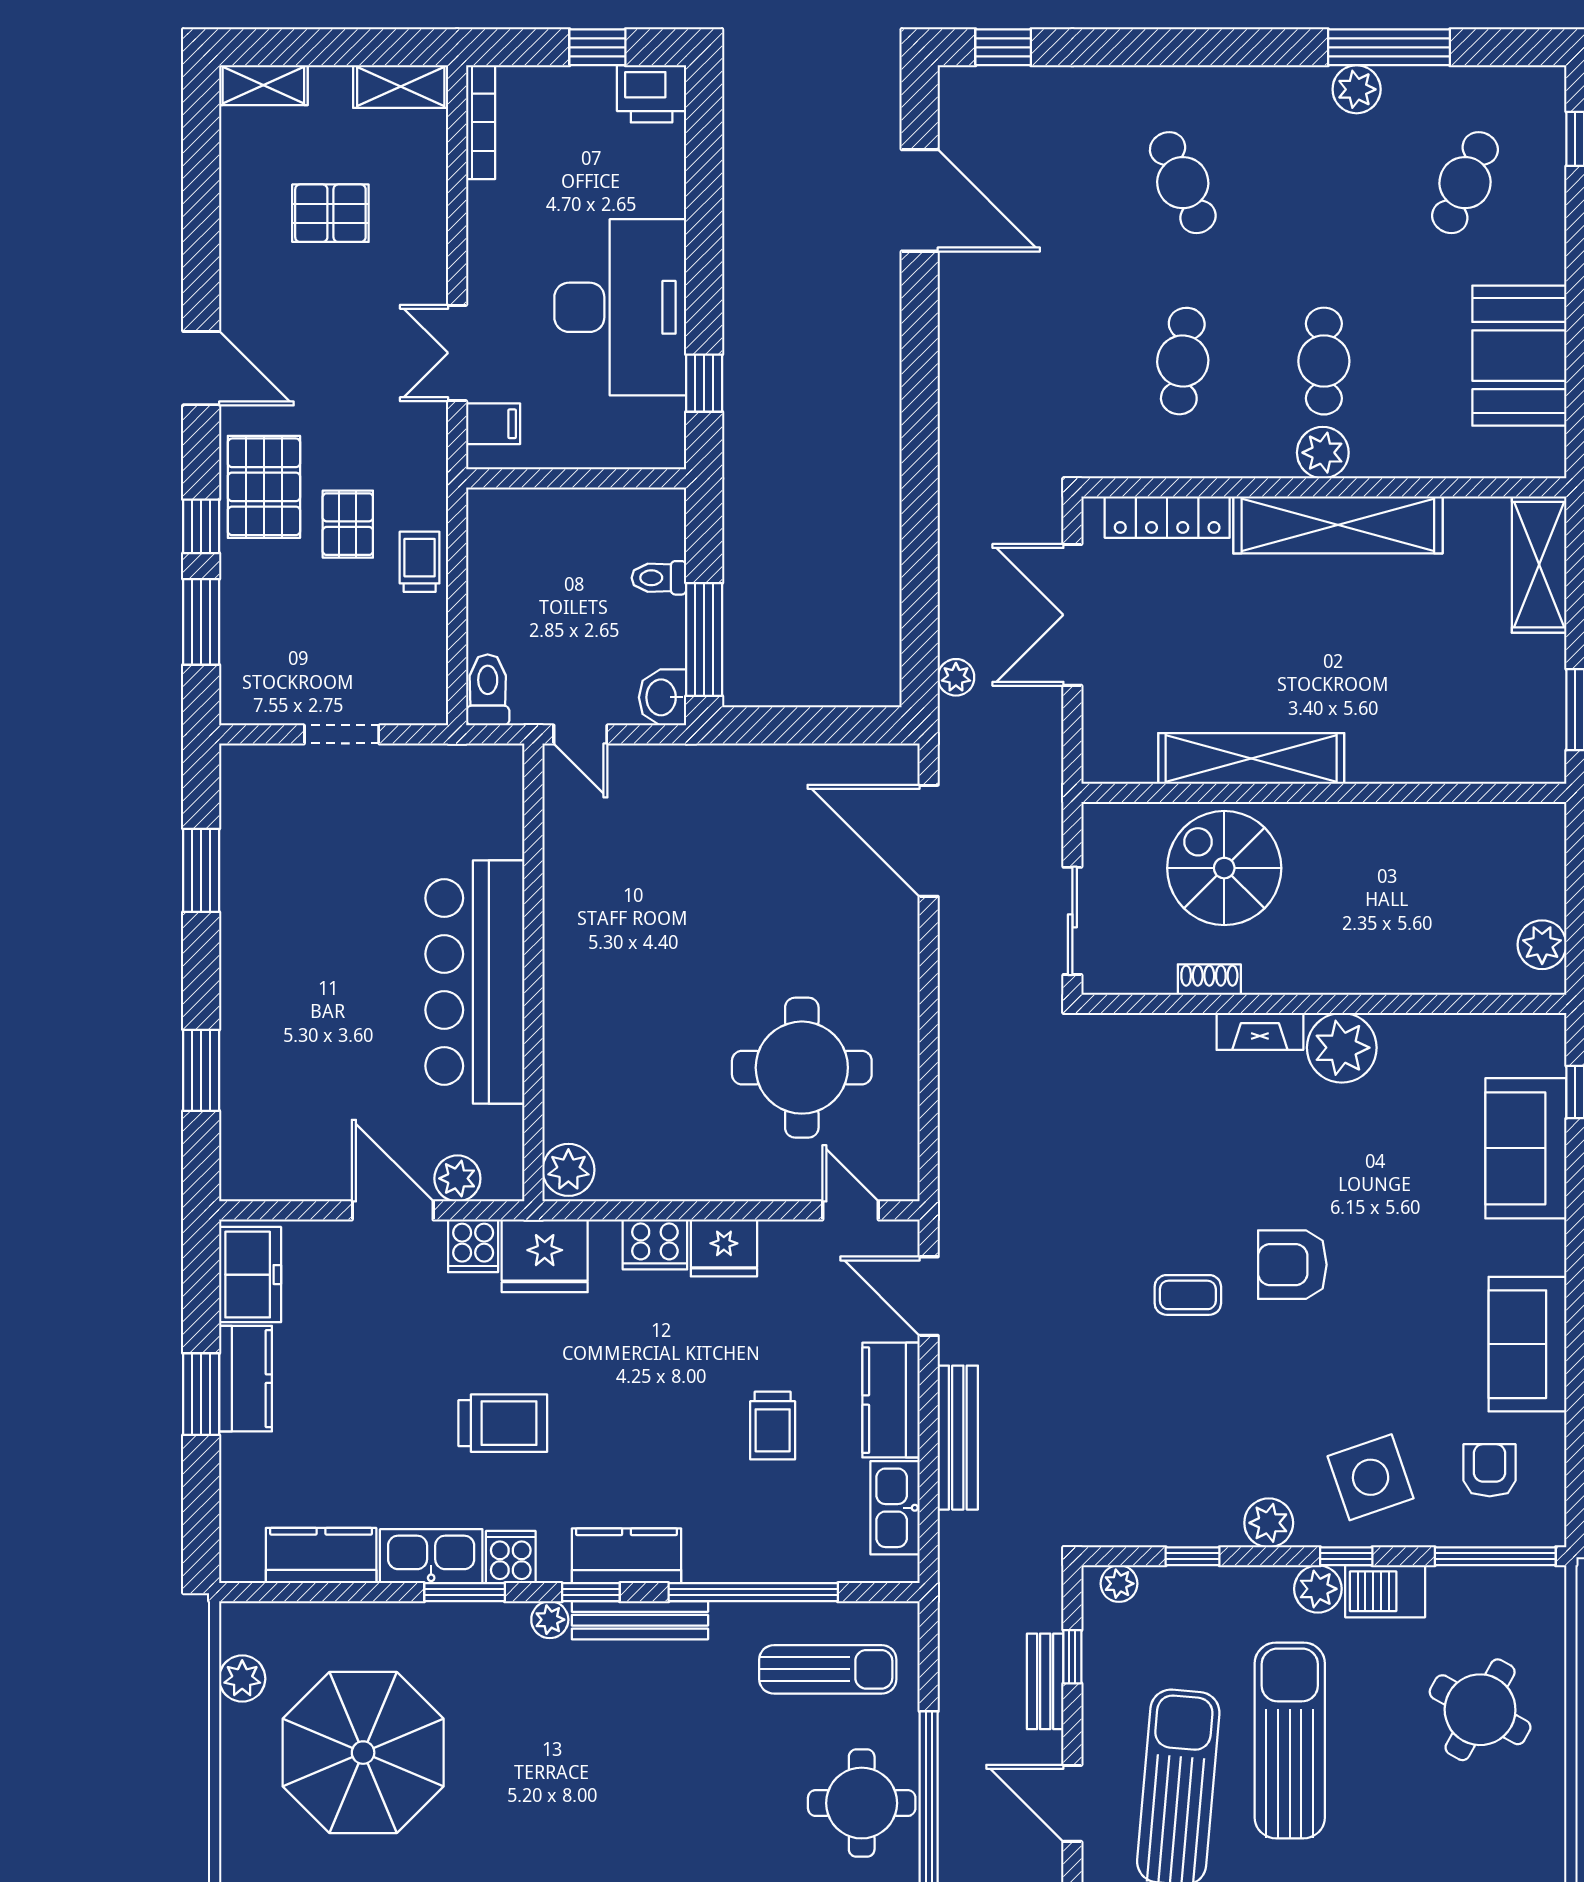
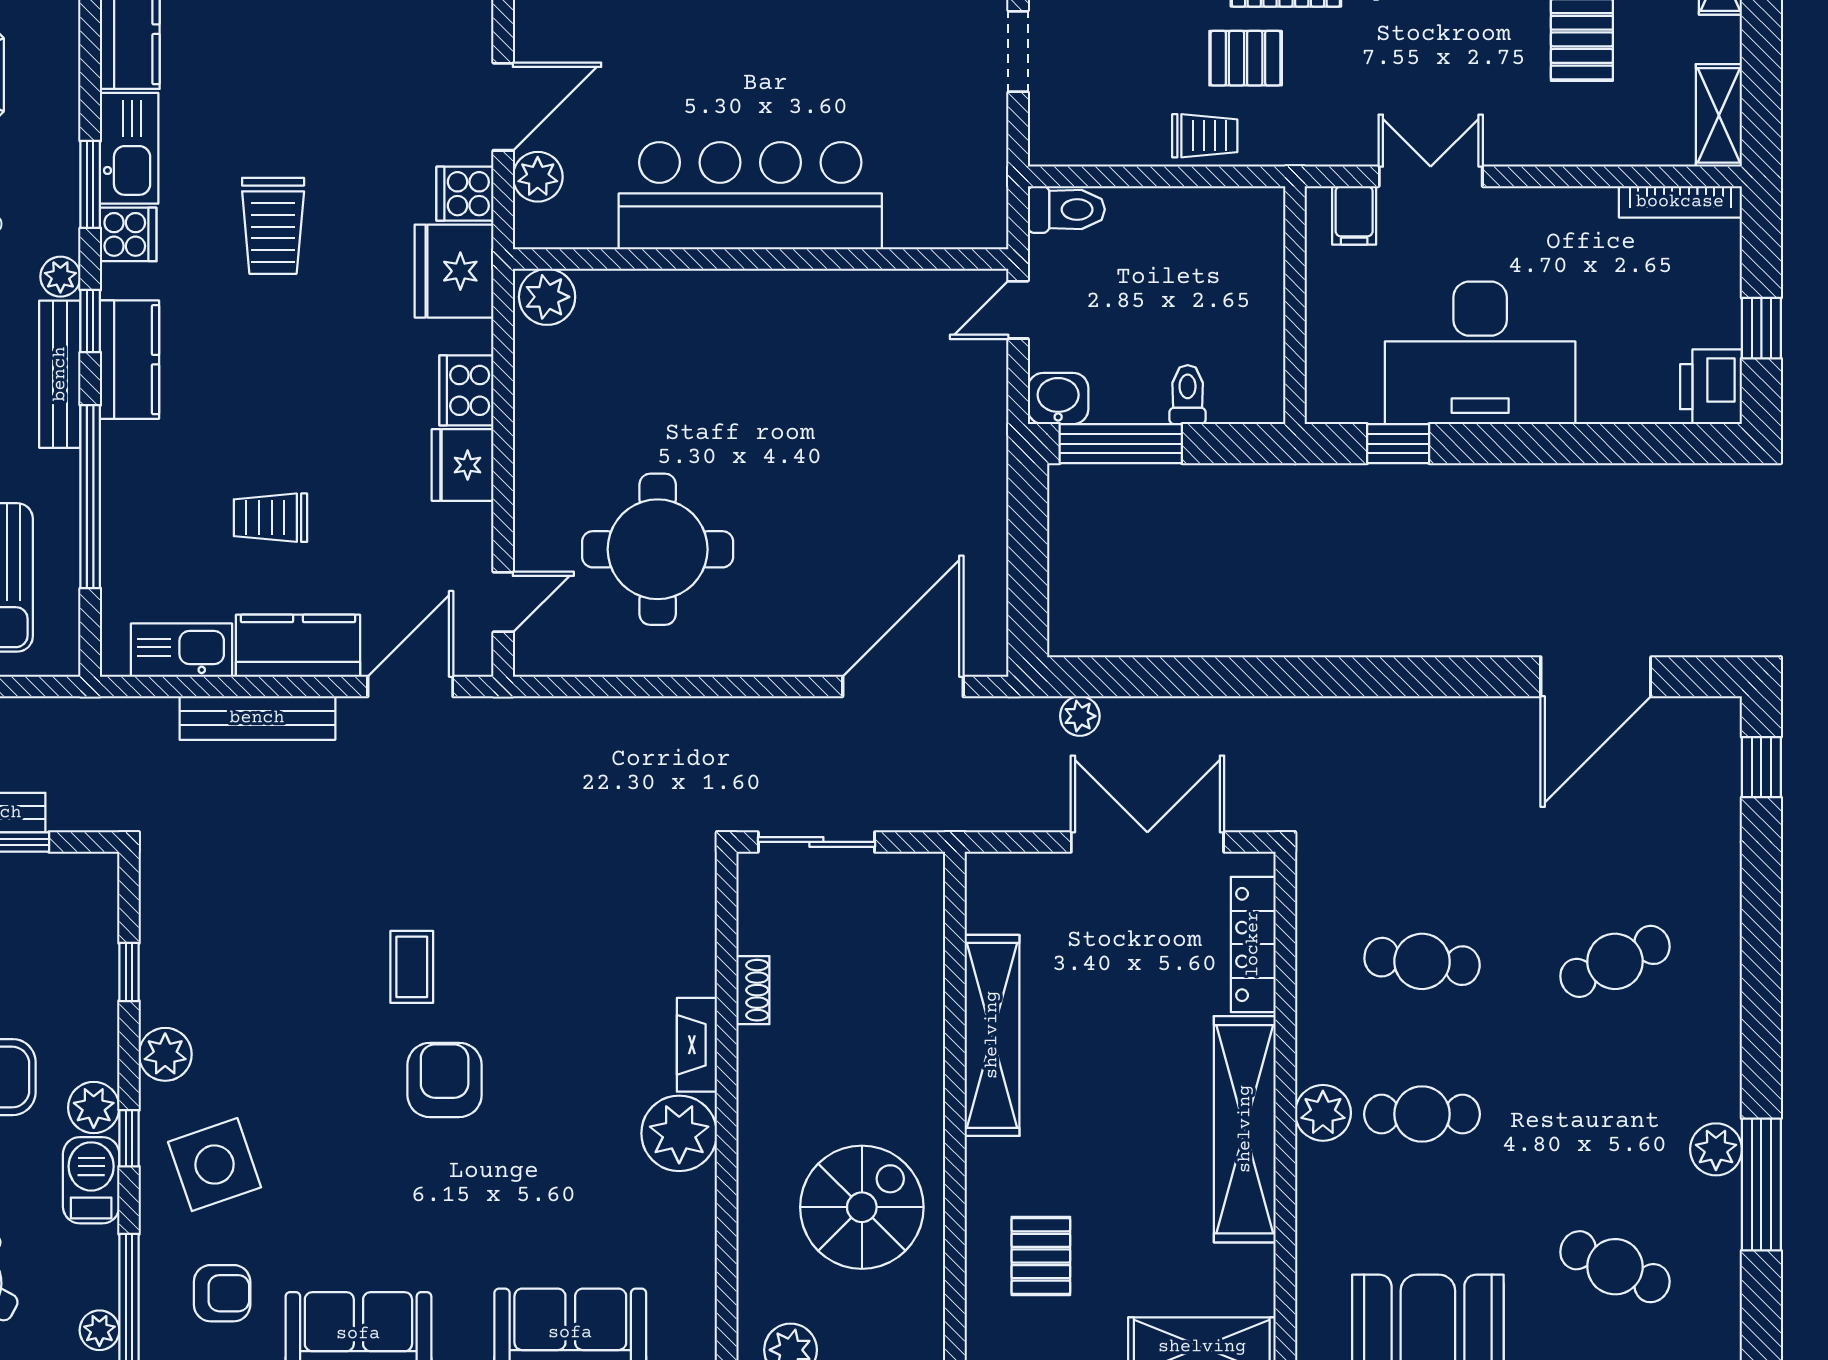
pallet: (1455, 713) -> (1041, 1256), added
spiral stairs: (1224, 868) -> (862, 1207), moved
plant: (1119, 1584) -> (99, 1330), moved

